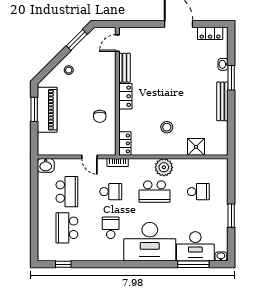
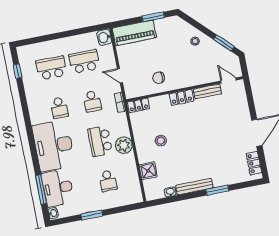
washbasin: (223, 64) -> (170, 192), moved
piano: (47, 110) -> (134, 33), moved
door: (90, 157) -> (120, 76), hinge flipped
school desk: (67, 192) -> (84, 61), turned 180
school desk: (111, 228) -> (59, 108), turned 90

